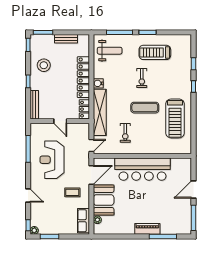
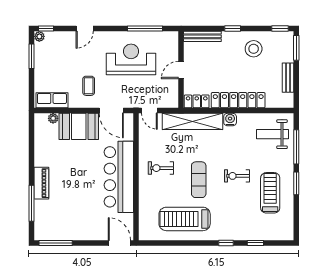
weight bench: (110, 51) -> (272, 134), turned 90
exercise bike: (125, 133) -> (161, 168), moved
door: (193, 189) -> (119, 243), moved

